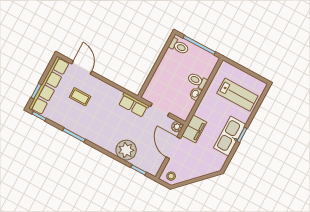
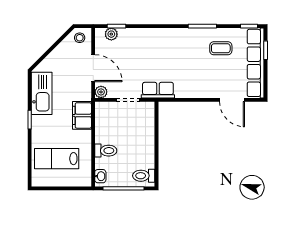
washbasin: (195, 94) -> (100, 176), moved
coffee table: (80, 97) -> (221, 48), moved
filing cabinet: (194, 129) -> (82, 115), moved
kitchen sink: (230, 136) -> (42, 93), moved
plant: (126, 150) -> (111, 34), moved, width x0.53, depth x0.53

